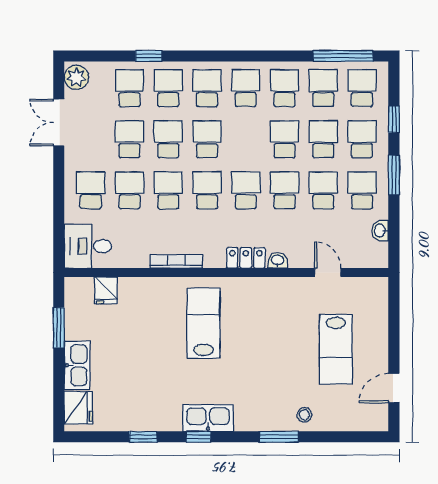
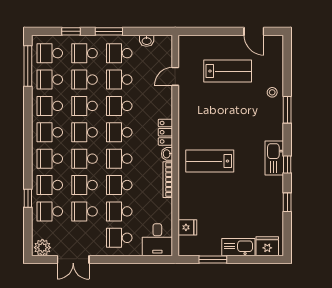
school desk: (246, 139) -> (85, 132), added
washbasin: (278, 260) -> (167, 154), moved

